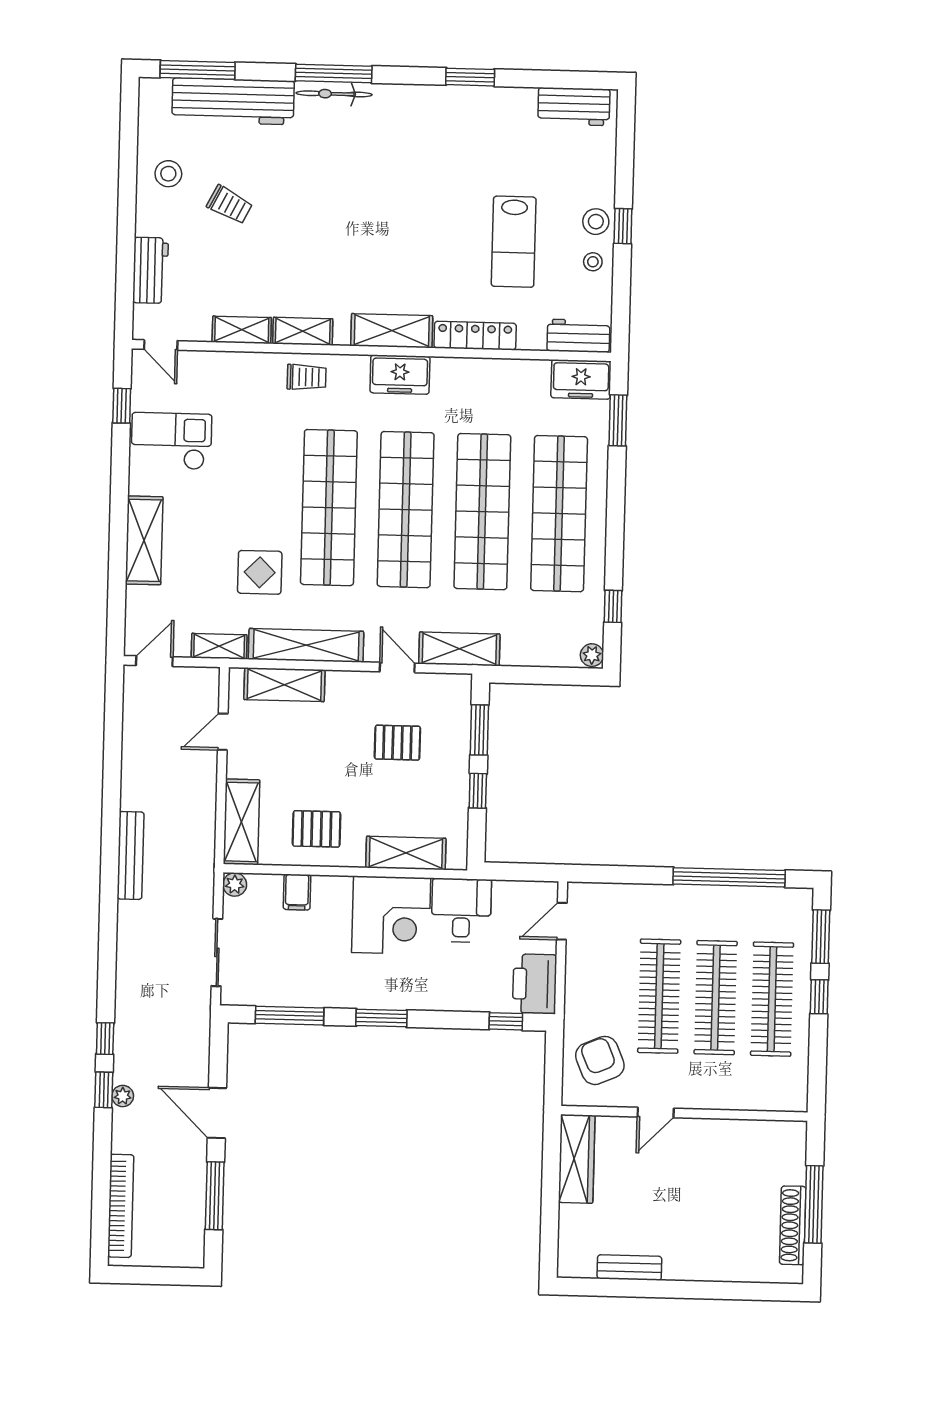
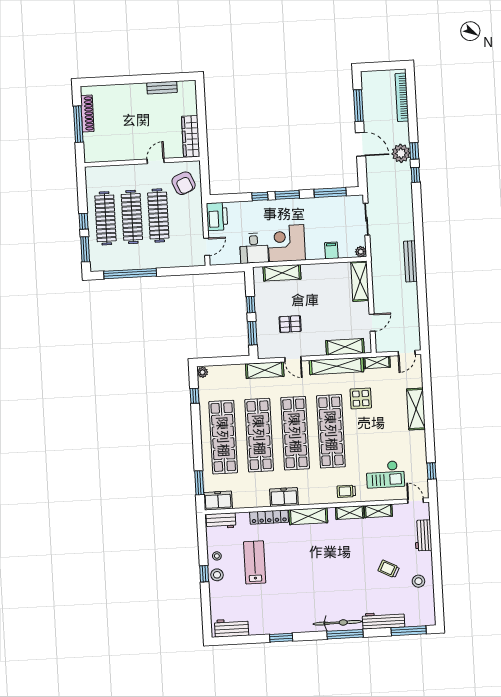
bicycle: (334, 94) -> (337, 623), width x1.37, depth x1.40
workbench: (233, 101) -> (384, 620), width x0.73, depth x0.76
freezer: (400, 375) -> (284, 497), moved
checkout: (171, 441) -> (385, 474), moved
pallet: (316, 829) -> (325, 281), removed
window: (506, 1021) -> (260, 196), moved
plant: (123, 1096) -> (401, 153), width x1.88, depth x1.88

